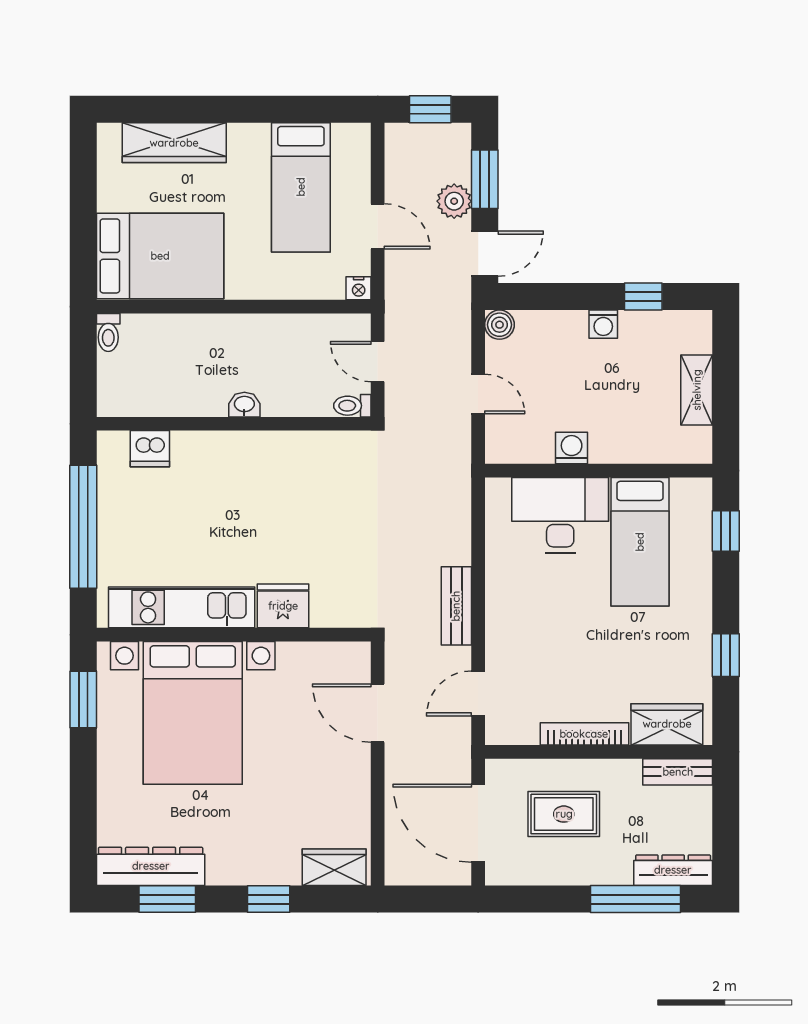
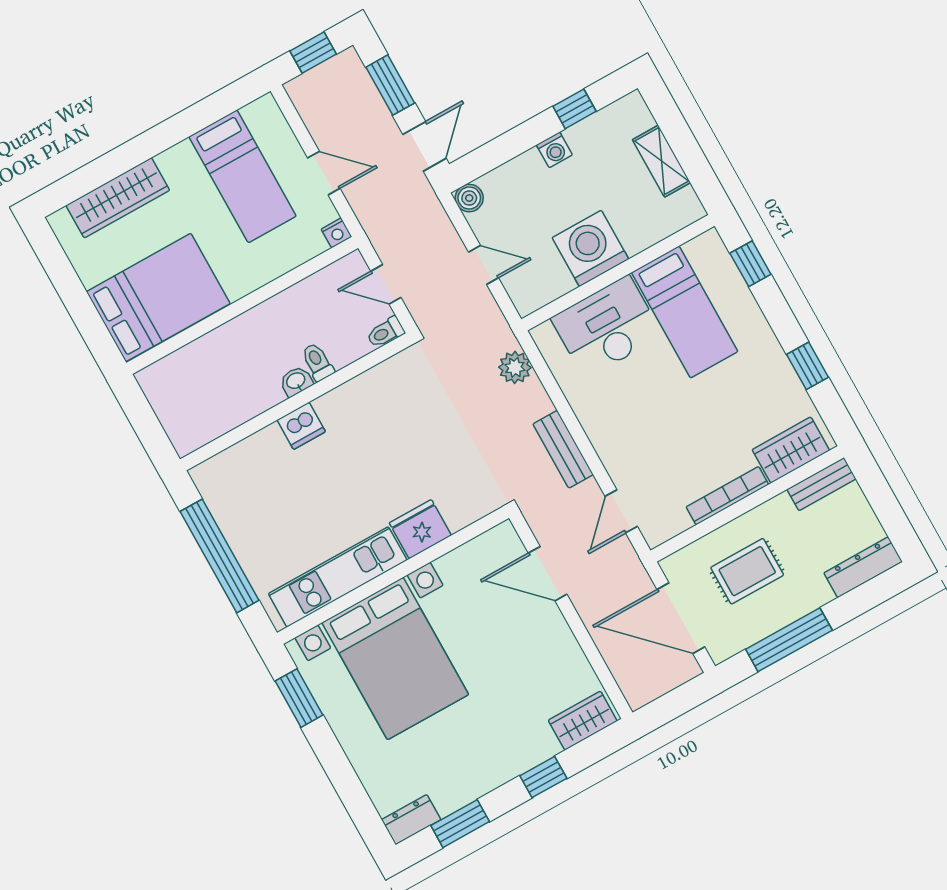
plant: (454, 201) -> (515, 367), moved
toilet: (108, 332) -> (317, 362), moved, turned 180
washing machine: (572, 448) -> (590, 248), width x1.89, depth x1.89
dishwasher: (150, 449) -> (301, 426), moved
dresser: (151, 866) -> (411, 820), width x0.51, depth x0.80
window: (635, 899) -> (789, 640), moved

